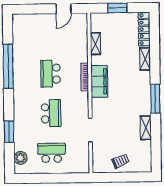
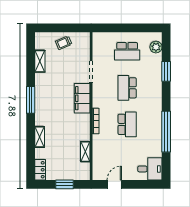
desk: (25, 26) -> (150, 169), added
locker: (144, 29) -> (40, 170), width x0.66
filing cabinet: (99, 81) -> (82, 98), moved
shelving: (146, 128) -> (40, 61), moved

